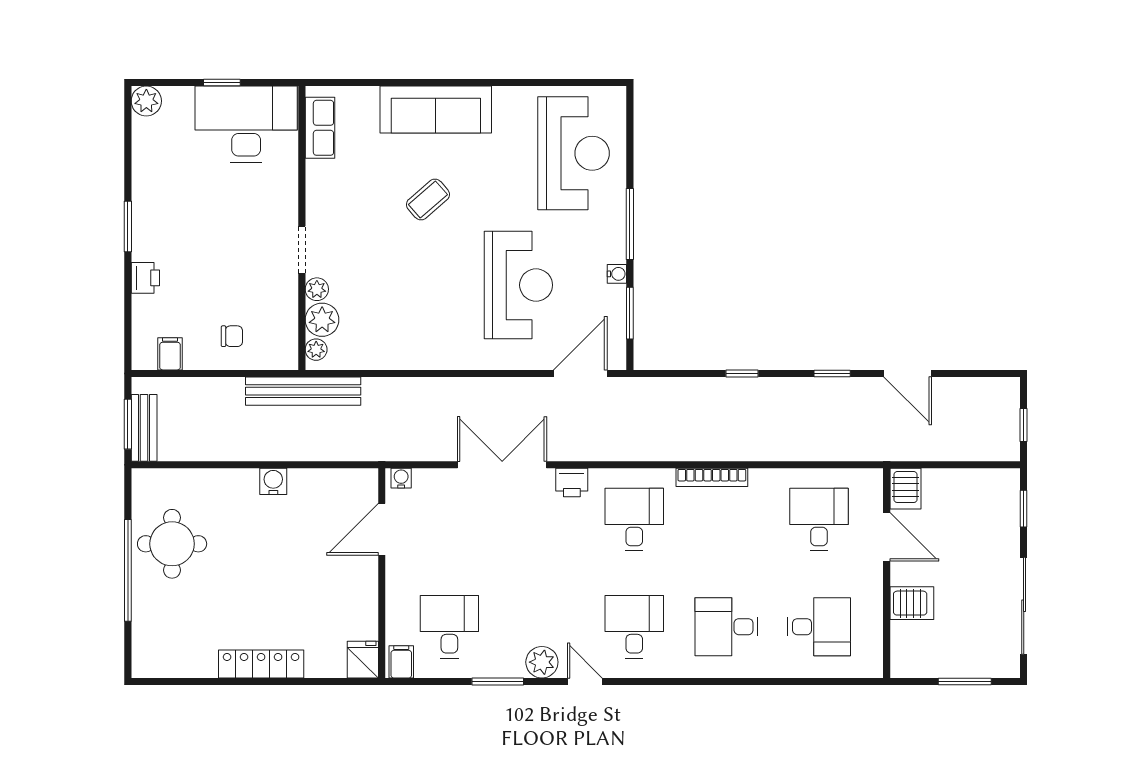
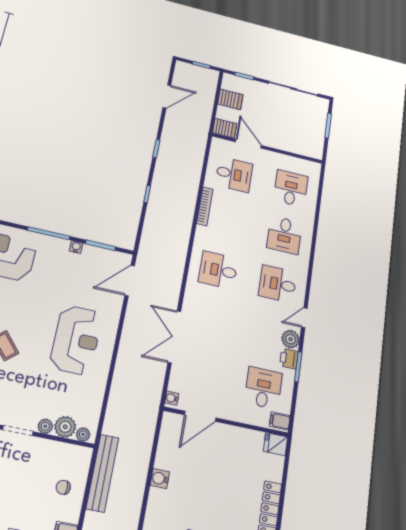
reception desk: (518, 285) -> (76, 340), moved, turned 90
chair: (232, 336) -> (63, 487), turned -90
door: (580, 373) -> (130, 281), hinge flipped
door: (908, 373) -> (167, 96), moved
bench: (303, 391) -> (102, 473), moved
bookcase: (712, 477) -> (205, 206), moved
printer: (572, 483) -> (289, 359), moved, turned 180
desk: (819, 520) -> (234, 174), turned 180
door: (382, 529) -> (200, 416), hinge flipped
door: (887, 537) -> (248, 144), hinge flipped
server rack: (912, 603) -> (230, 99), moved, turned 90
desk: (449, 627) -> (263, 388), turned 90

